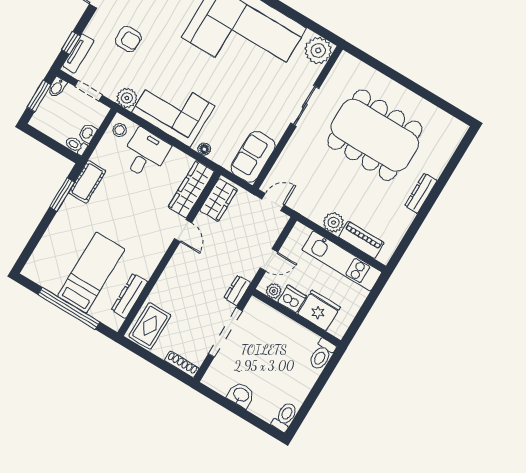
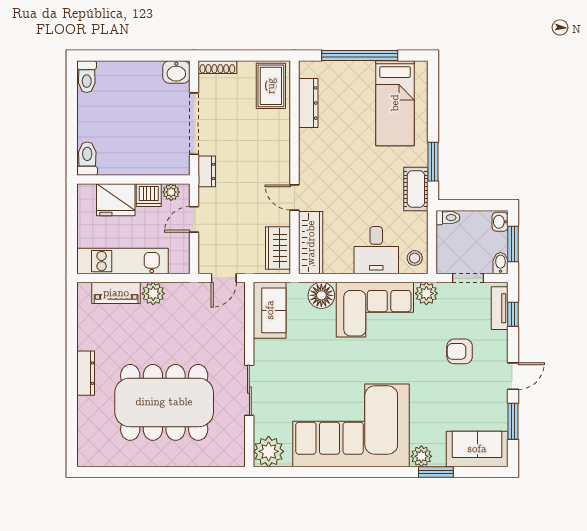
washbasin: (88, 133) -> (500, 222), moved, turned 180
floor lamp: (204, 149) -> (321, 295), width x1.89, depth x1.89
bed: (91, 273) -> (395, 103), moved
washbasin: (241, 395) -> (176, 72), moved

